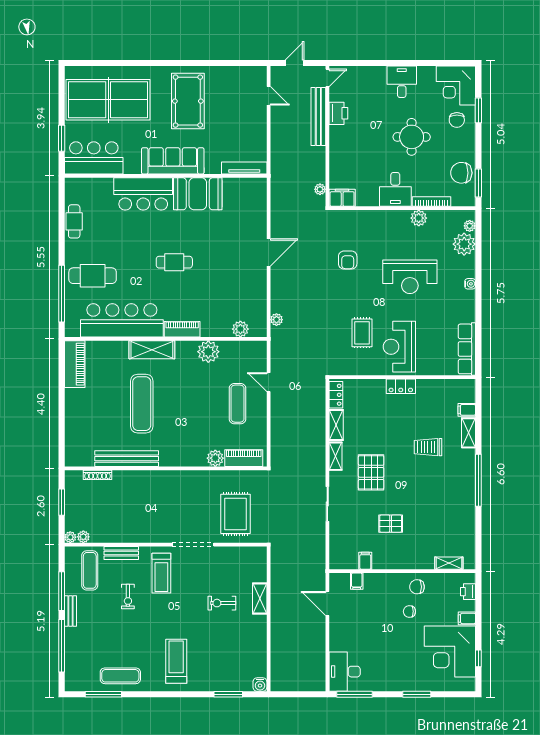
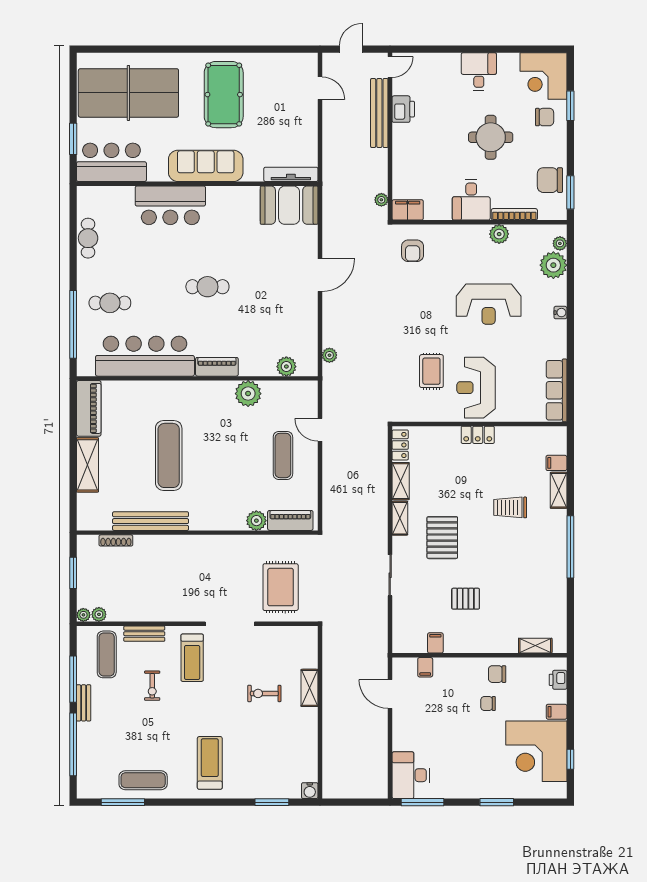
chair: (457, 120) -> (545, 117), turned -90
booth: (198, 194) -> (289, 205), moved
armchair: (348, 260) -> (413, 251), moved
cafe table: (93, 276) -> (110, 303), width x0.73, depth x0.74
shelving: (152, 350) -> (88, 465), moved, turned 90

